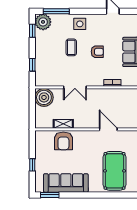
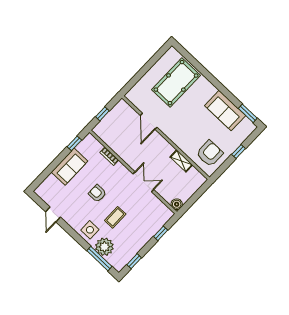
plant: (43, 22) -> (104, 247), moved
boiler: (44, 97) -> (177, 204), width x0.54, depth x0.54
armchair: (63, 141) -> (210, 153), moved
sofa: (66, 183) -> (225, 111), width x0.73

